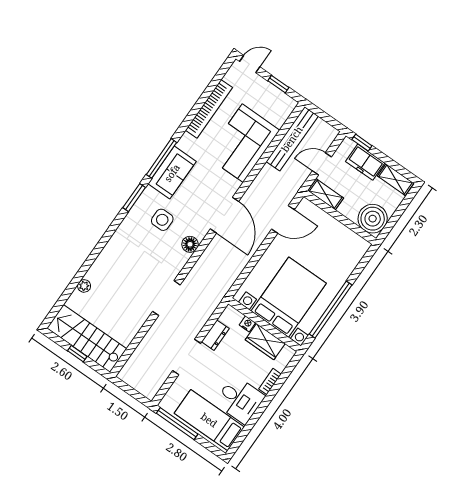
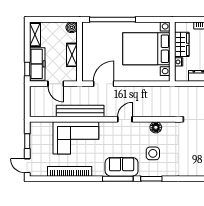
bench: (292, 139) -> (80, 111), moved
freezer: (365, 162) -> (37, 64), width x1.40
shelving: (326, 194) -> (72, 55), moved
door: (224, 215) -> (125, 119), width x0.53
door: (283, 219) -> (104, 84), hinge flipped
boiler: (373, 219) -> (72, 27), width x0.54, depth x0.54
window: (331, 310) -> (113, 19), moved

